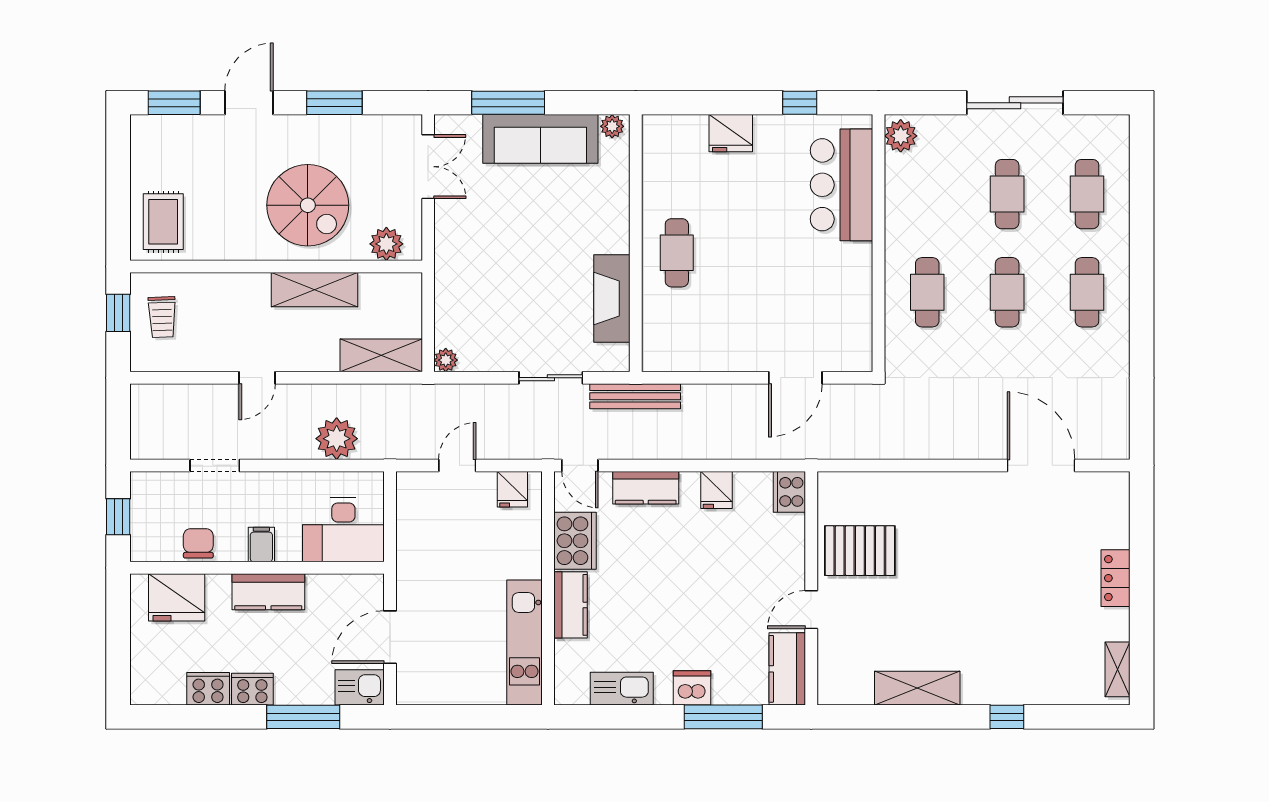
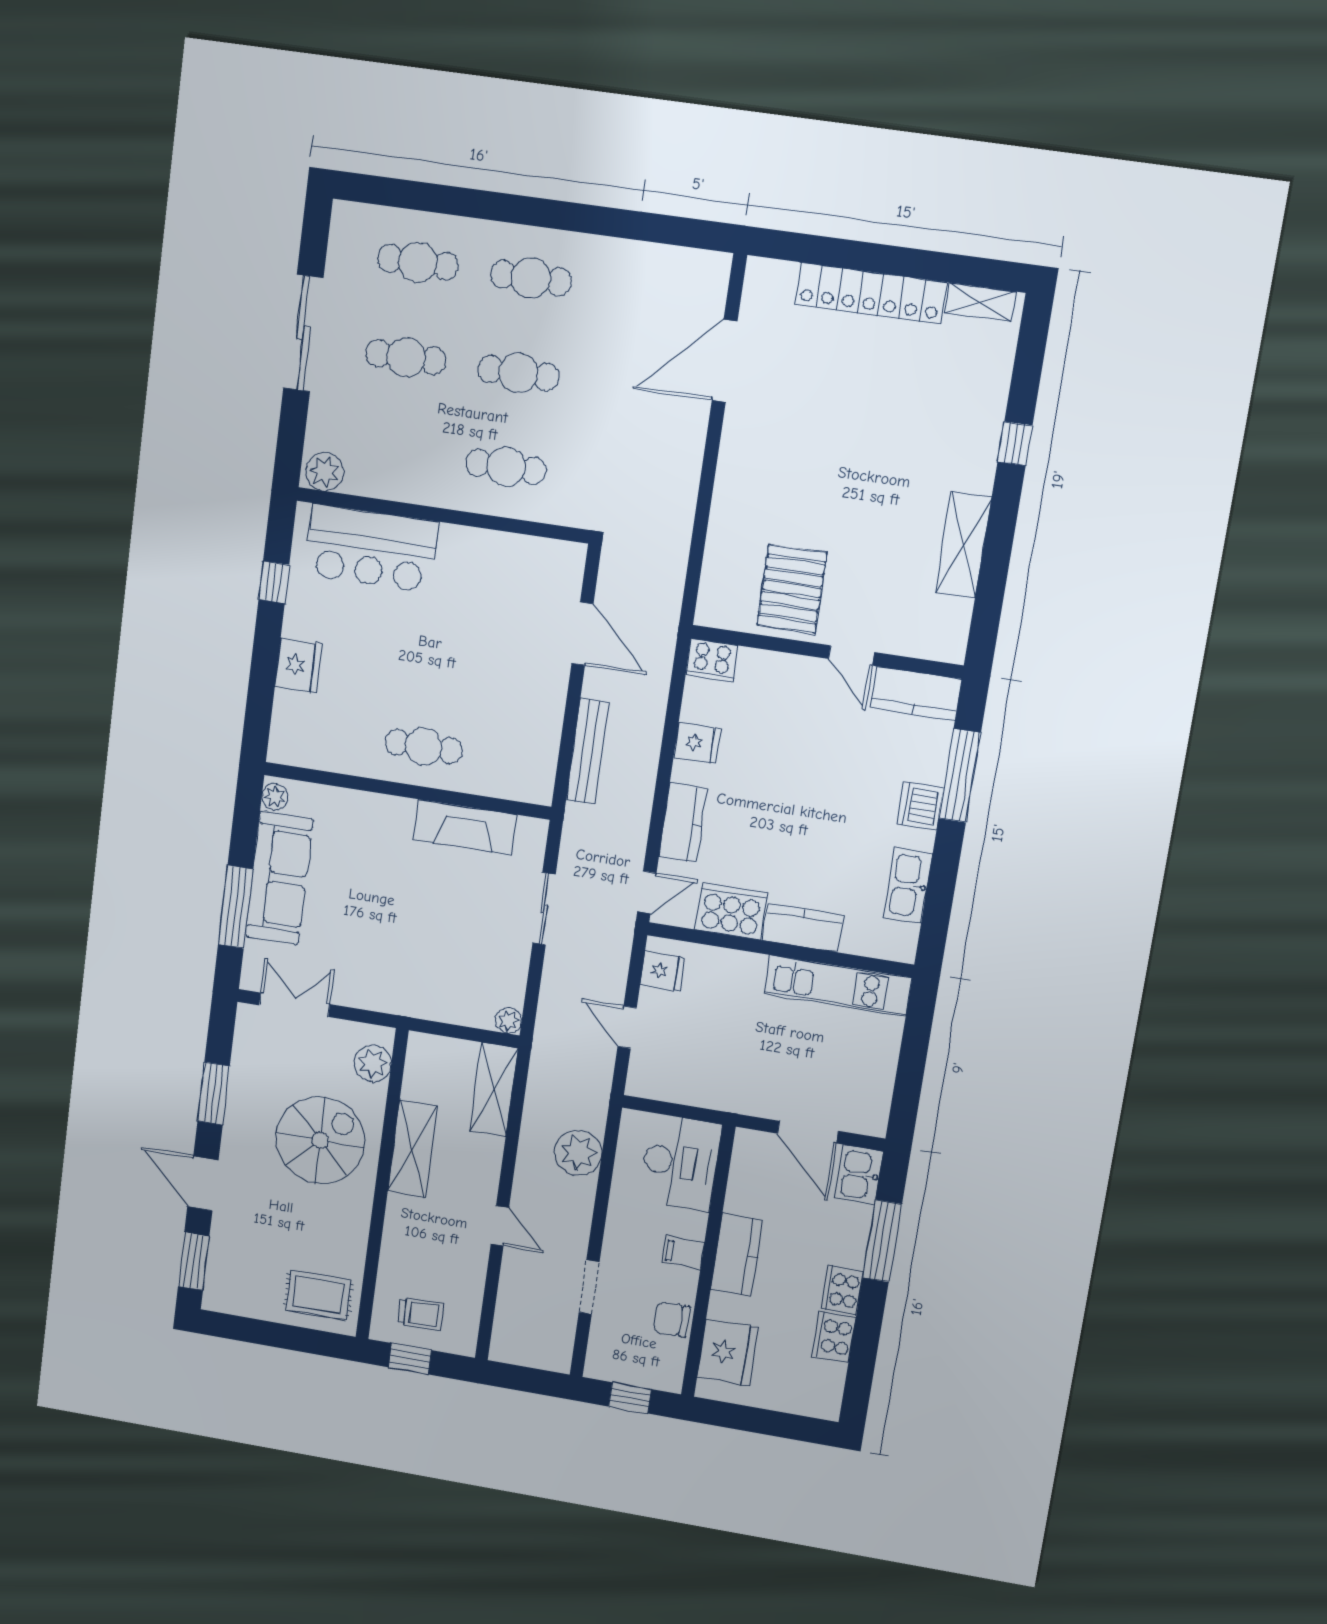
bench: (635, 396) -> (587, 751), moved
locker: (1116, 578) -> (870, 293), width x2.16, depth x1.21

